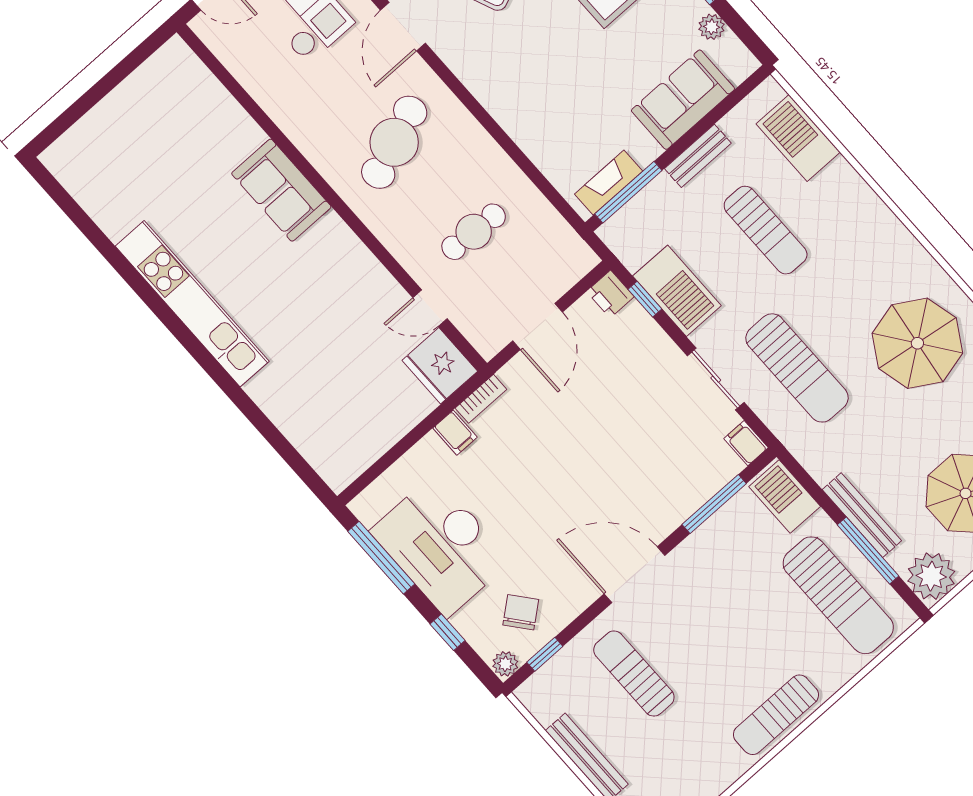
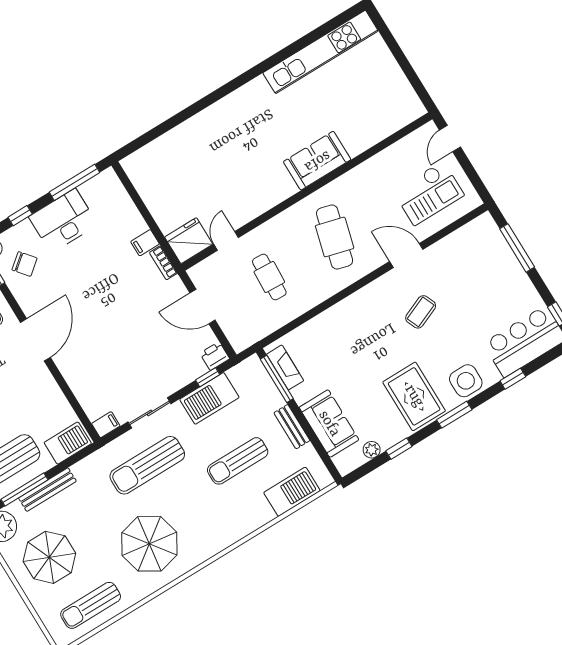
cafe table: (394, 142) -> (335, 237), turned 36
kitchen unit: (192, 304) -> (321, 52), moved
window: (714, 504) -> (71, 398), removed
desk: (441, 546) -> (63, 221), width x0.73, depth x0.77

